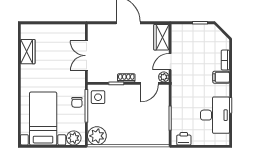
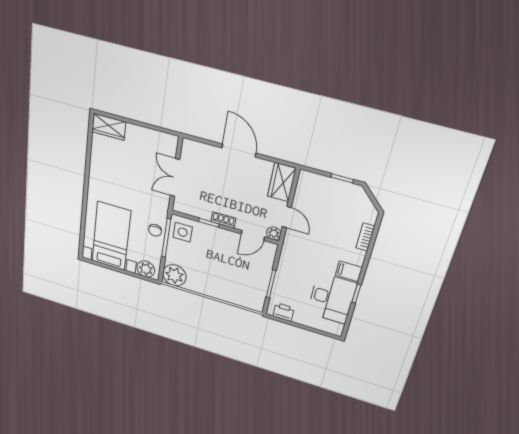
wardrobe: (28, 52) -> (109, 127), moved, turned 90
door: (170, 62) -> (287, 217), swing flipped
filing cabinet: (221, 77) -> (349, 271), moved

